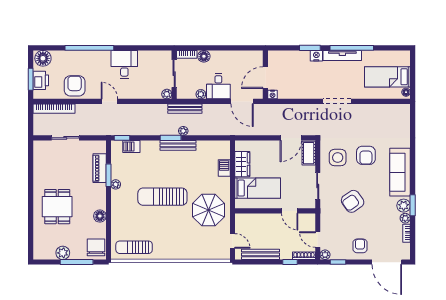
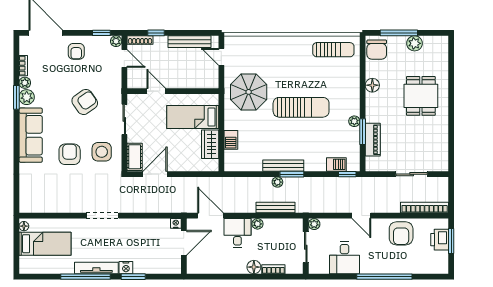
floor lamp: (43, 58) -> (437, 265), removed
sliding door: (174, 74) -> (306, 247), moved
wall: (174, 75) -> (306, 246), moved
plant: (167, 94) -> (314, 224), moved

